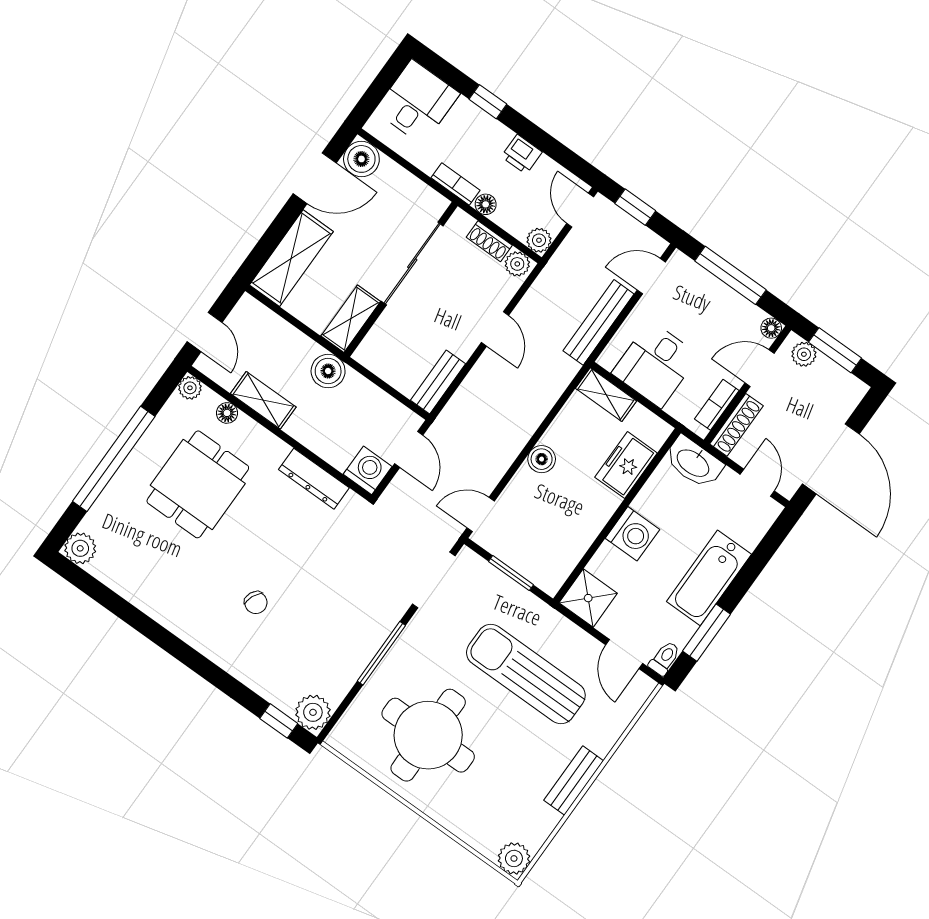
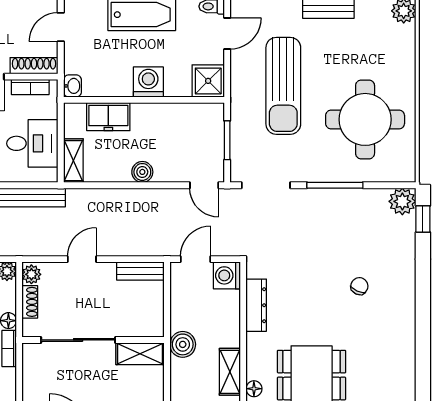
washbasin: (694, 462) -> (72, 86), width x0.52, depth x0.69

